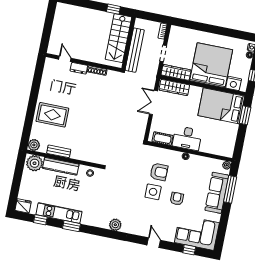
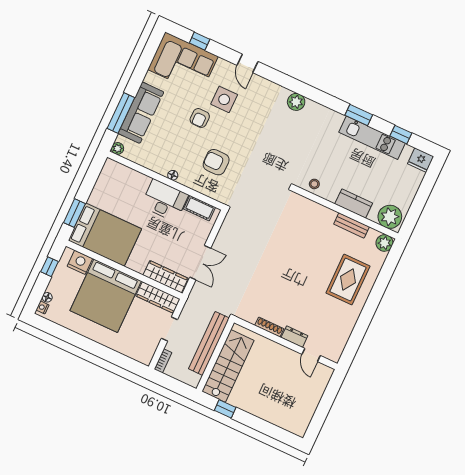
rug: (52, 115) -> (348, 279), turned 90
kitchen counter: (61, 166) -> (354, 204), width x0.67
side table: (153, 192) -> (224, 99), moved

